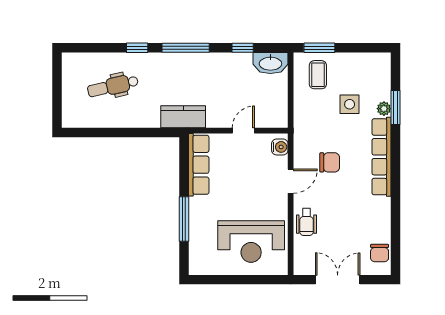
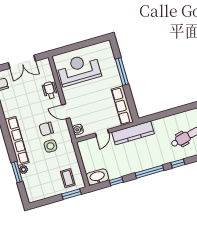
side table: (350, 104) -> (50, 146), moved
kitchen counter: (183, 117) -> (133, 133), width x1.50
door: (291, 181) -> (66, 111), hinge flipped

